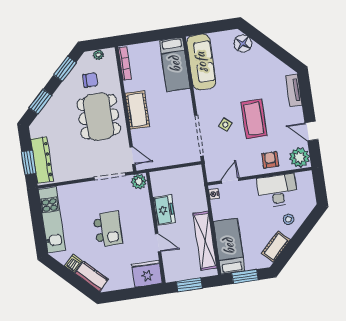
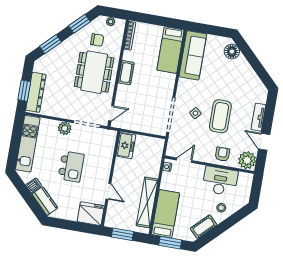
tv unit: (294, 90) -> (258, 117), moved
cot: (137, 110) -> (126, 73), width x0.73, depth x0.75
door: (133, 156) -> (111, 113), hinge flipped
plant: (139, 181) -> (65, 128), moved
freezer: (164, 210) -> (126, 146), moved

